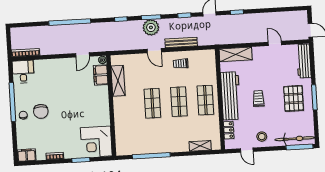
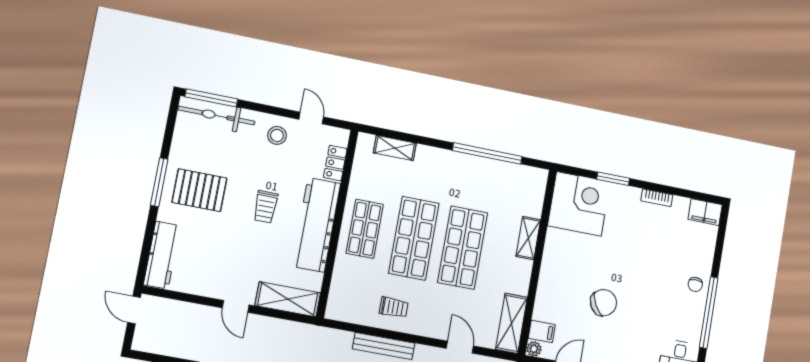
door: (275, 43) -> (236, 306), moved
door: (154, 51) -> (460, 347), moved
filing cabinet: (101, 75) -> (542, 331), width x0.50
shelving: (118, 81) -> (511, 323), moved
pallet: (294, 98) -> (199, 190), turned 90
shop shelf: (179, 102) -> (414, 238), width x1.43, depth x1.36
shop shelf: (152, 103) -> (463, 248), width x1.43, depth x1.36
chair: (41, 111) -> (604, 303), moved, turned 61
shelving: (119, 117) -> (528, 238), added

